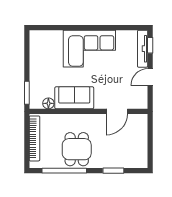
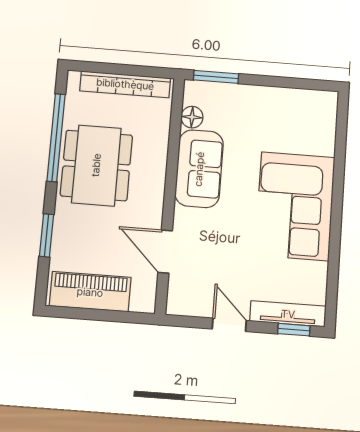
piano: (139, 147) -> (90, 292), added
dining table: (77, 149) -> (96, 165), width x1.38

